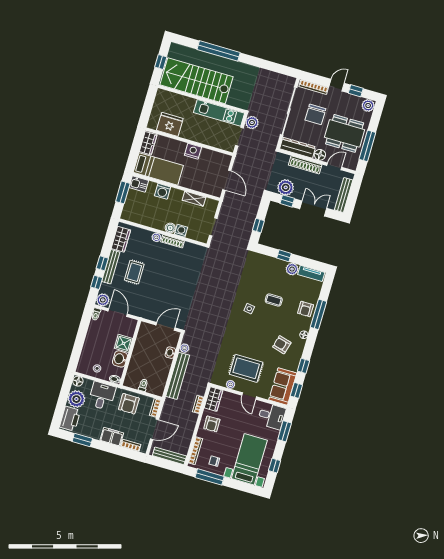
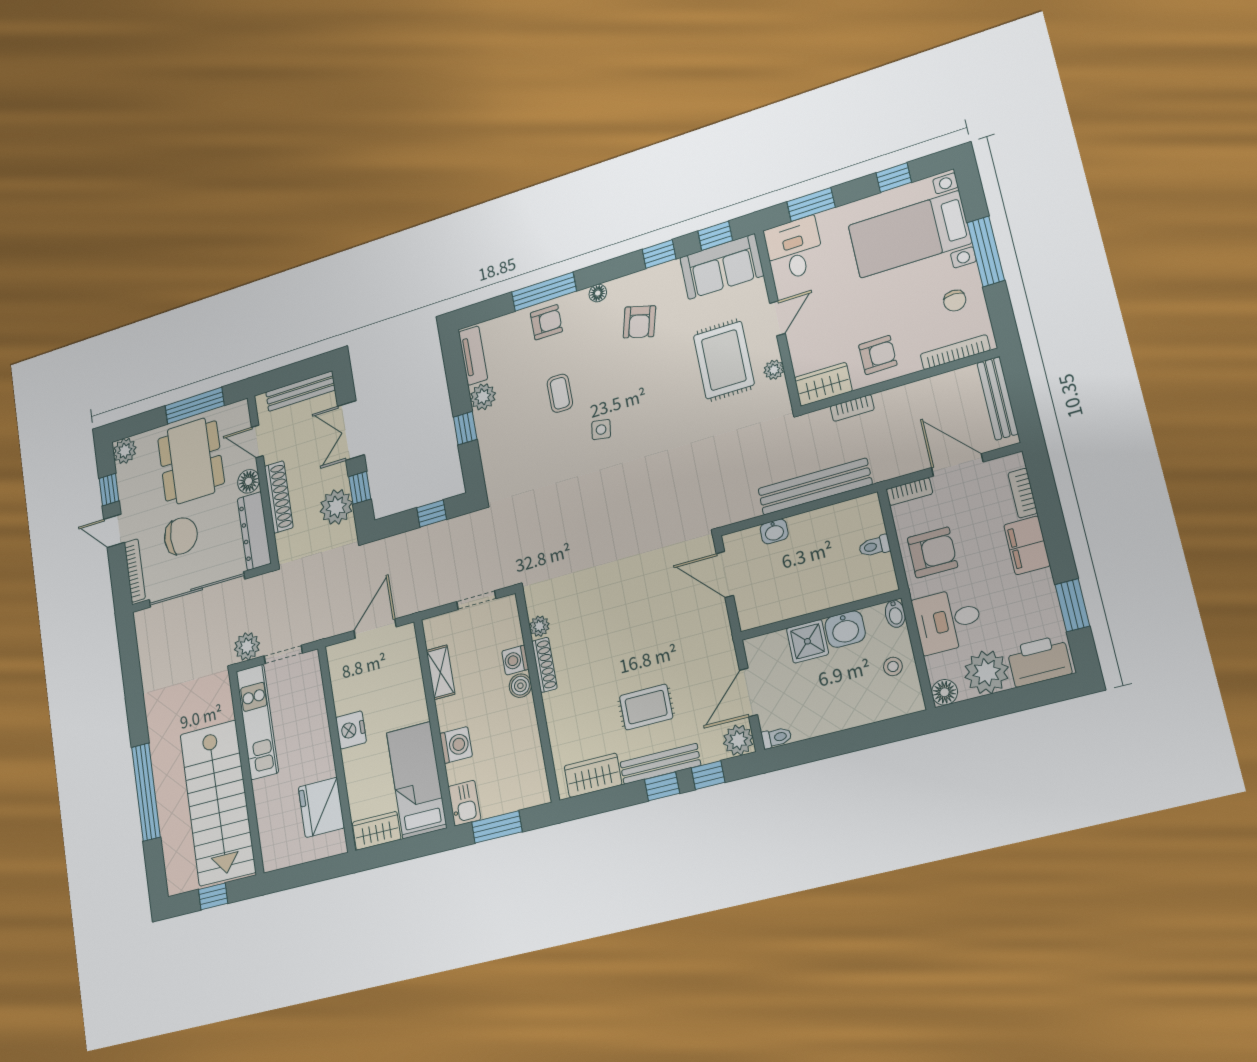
plant: (156, 237) -> (539, 626), moved
plant: (184, 348) -> (749, 508), removed
window: (210, 477) -> (986, 251), moved

